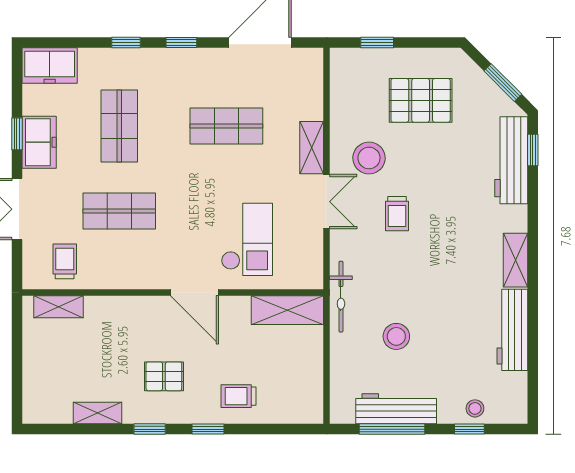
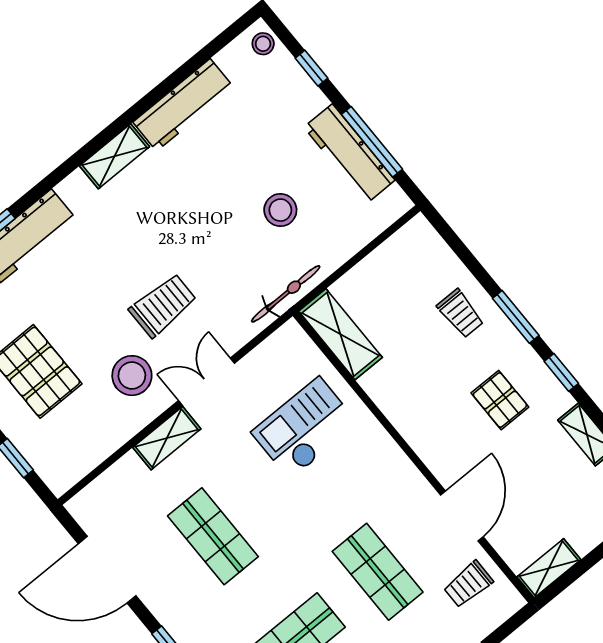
trolley: (397, 214) -> (163, 305), width x1.36, depth x1.39
door: (194, 293) -> (462, 516), moved
shelving: (58, 307) -> (549, 568), moved, turned 90
stool: (475, 408) -> (263, 44), moved
window: (208, 429) -> (516, 317), width x1.50

